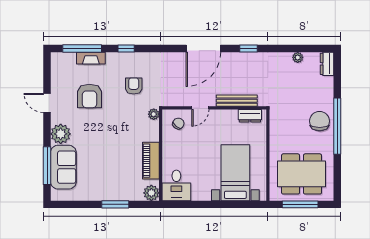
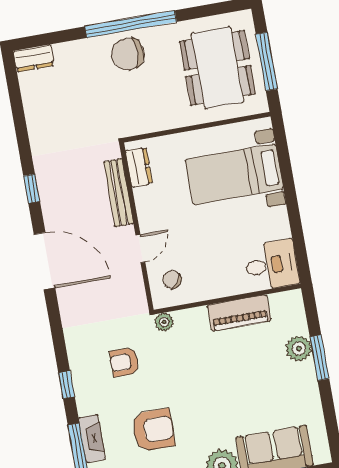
plant: (298, 57) -> (32, 107), removed
door: (200, 108) -> (140, 249), hinge flipped
plant: (151, 193) -> (299, 349), moved

